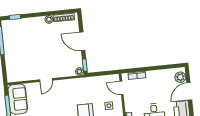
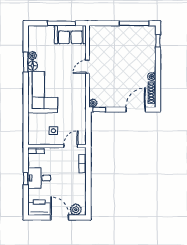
door: (82, 41) -> (136, 110), moved
door: (46, 80) -> (88, 67), hinge flipped

